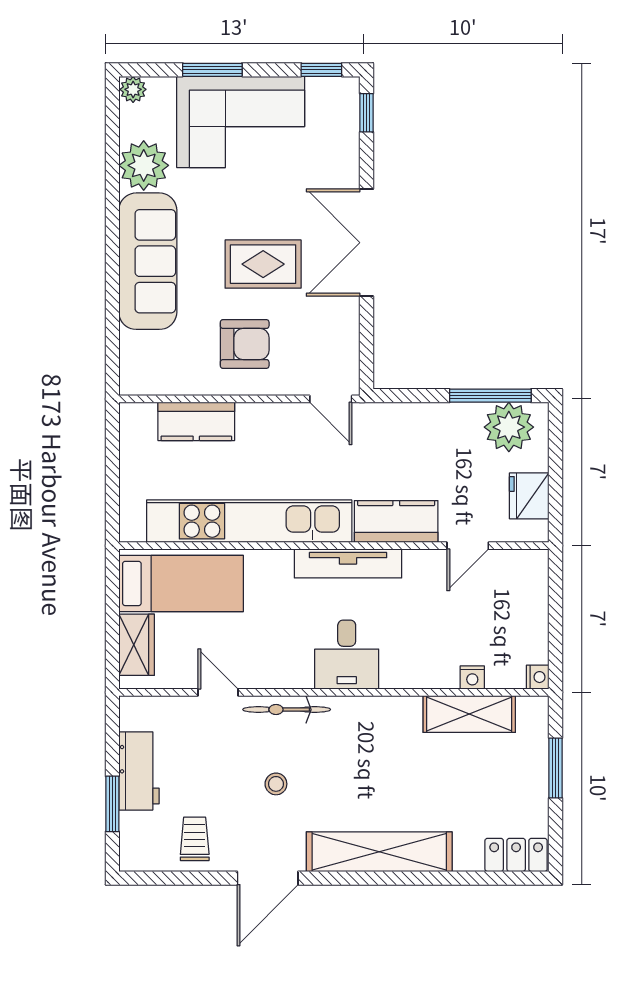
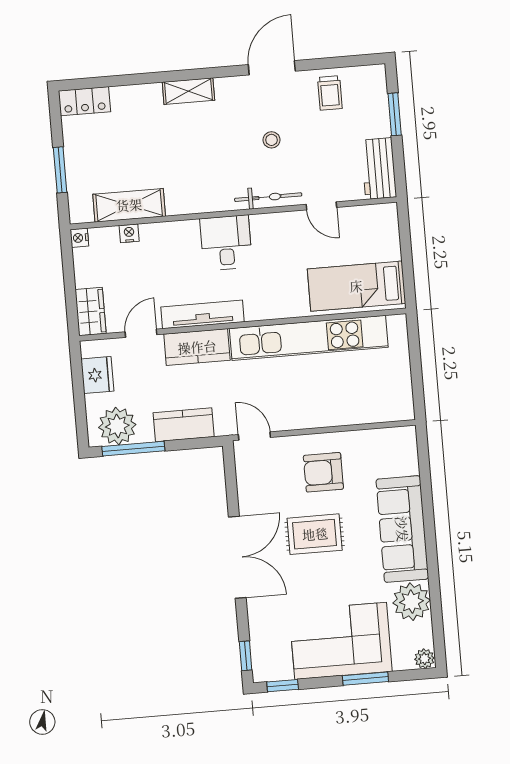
kitchen counter: (196, 421) -> (184, 425), moved
tv unit: (348, 563) -> (203, 314), moved
wardrobe: (137, 645) -> (91, 312), moved, turned 180
workbench: (139, 771) -> (379, 169), moved
shelving: (379, 852) -> (188, 91), width x0.45, depth x0.75

